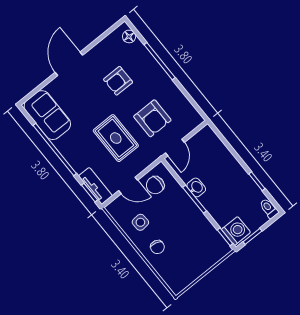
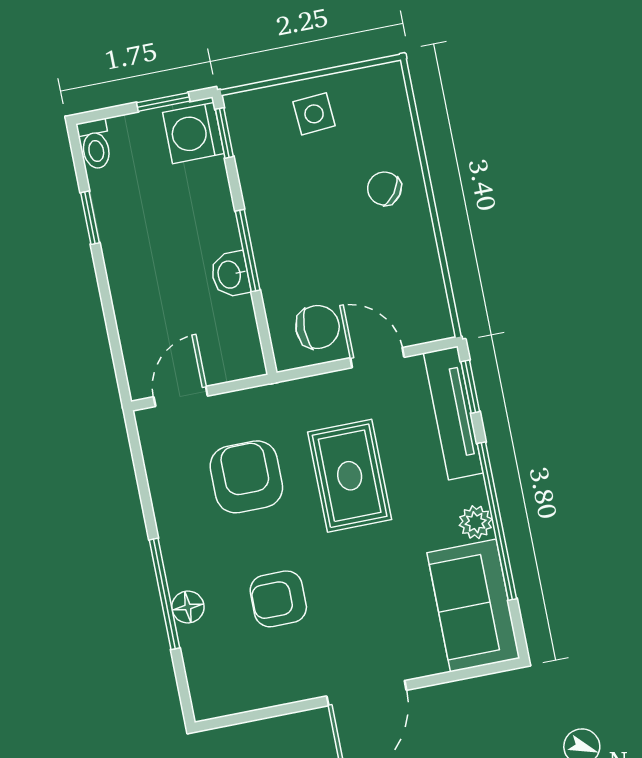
floor lamp: (129, 36) -> (188, 607), moved
armchair: (118, 81) -> (278, 599), turned 180
plant: (62, 145) -> (476, 522), added
door: (175, 148) -> (181, 396), moved
tv unit: (95, 186) -> (453, 413), width x1.41
side table: (140, 222) -> (314, 114), moved
chair: (157, 247) -> (384, 189), turned -68

